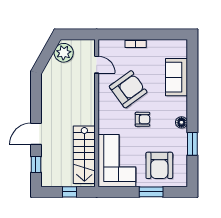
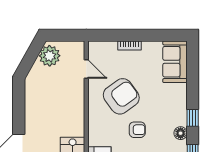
sofa: (176, 77) -> (175, 62), moved
window: (192, 109) -> (193, 118), added

